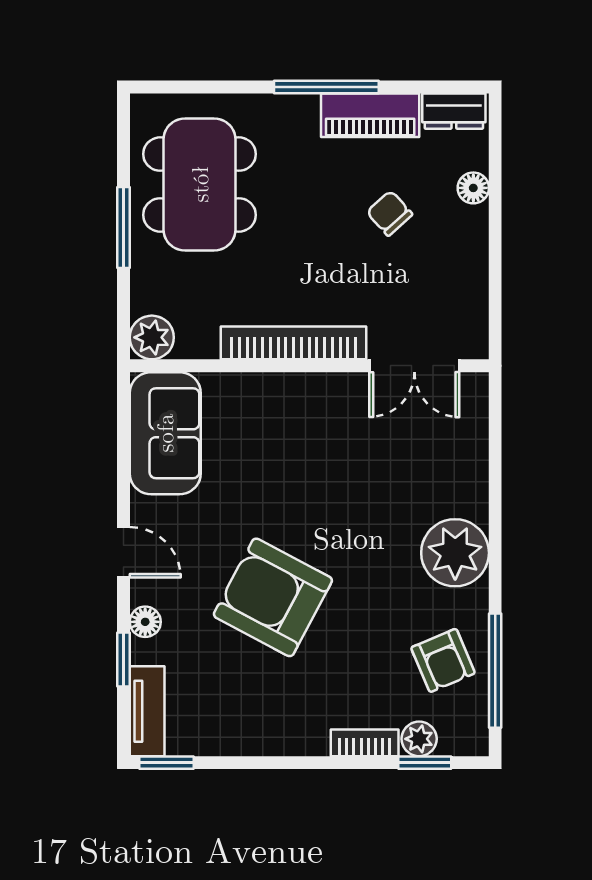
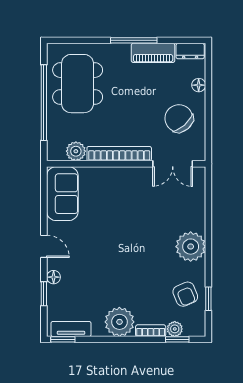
chair: (390, 213) -> (179, 118), moved, width x1.87, depth x1.87
window: (124, 228) -> (44, 103), width x2.11
plant: (152, 337) -> (76, 151), moved
armchair: (273, 597) -> (110, 266), removed
window: (495, 671) -> (208, 299), width x0.46
tv unit: (147, 711) -> (71, 329), moved, turned -90
plant: (294, 723) -> (119, 322), added

